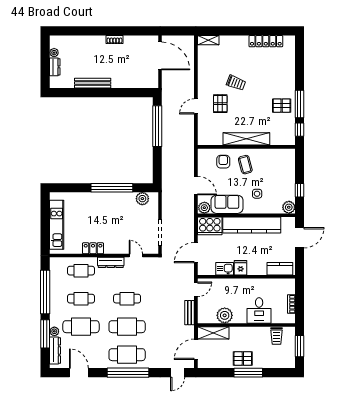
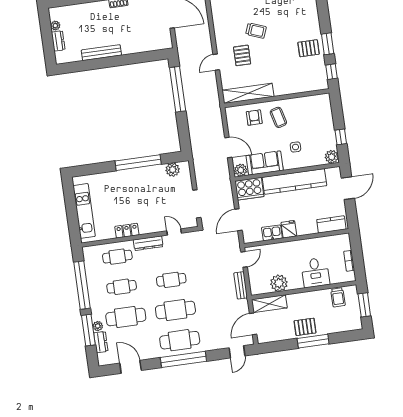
window: (299, 104) -> (328, 44), width x0.69
shelving: (246, 139) -> (248, 93), moved
dresser: (55, 350) -> (101, 342), width x0.70

